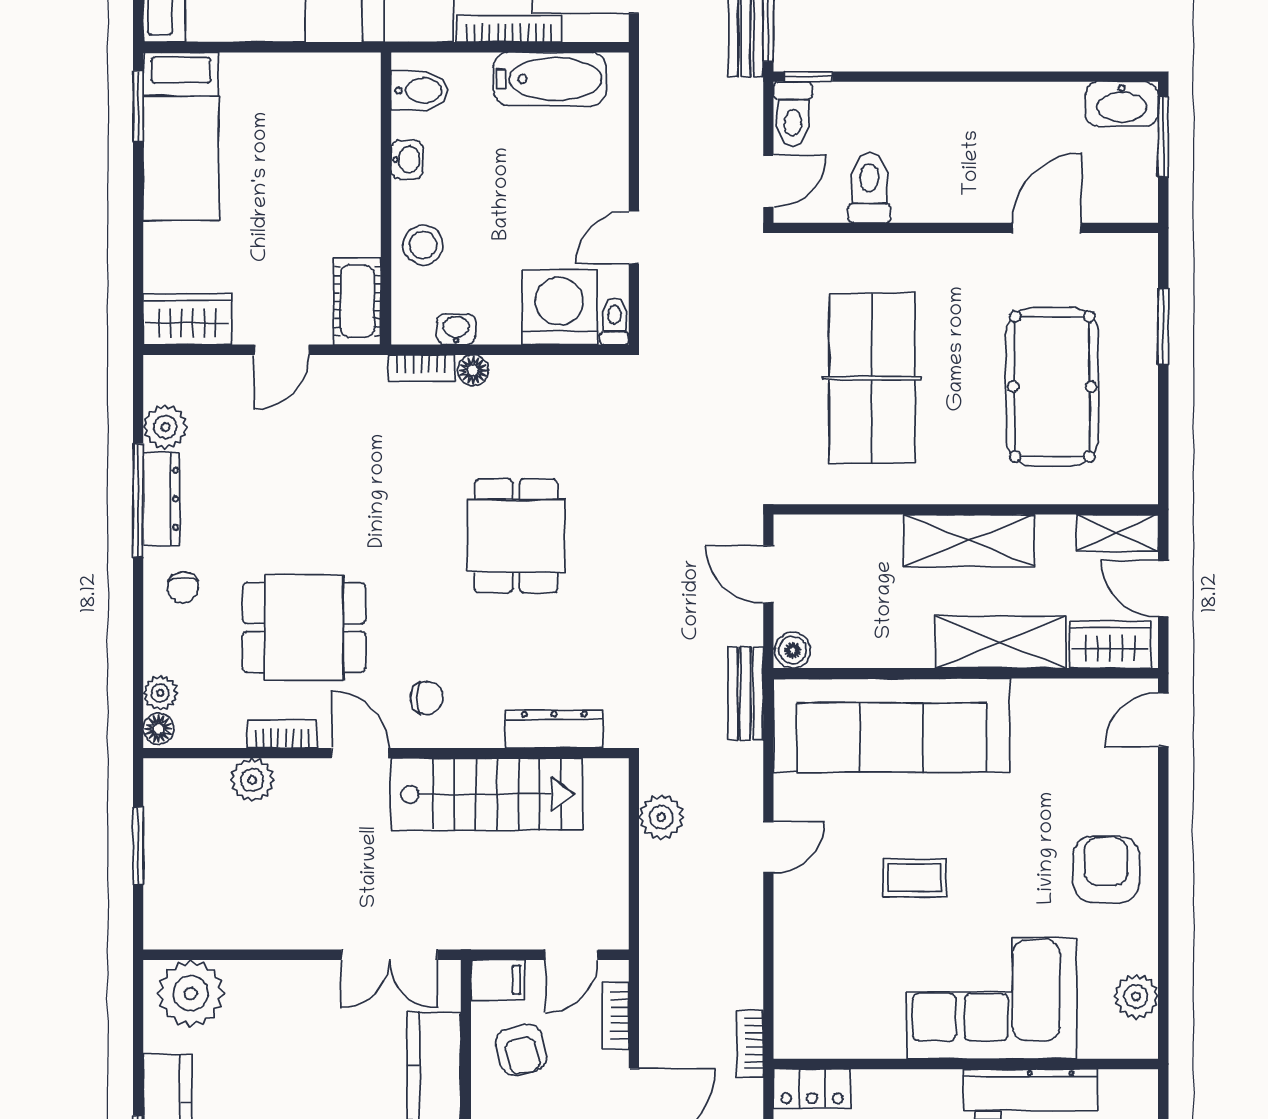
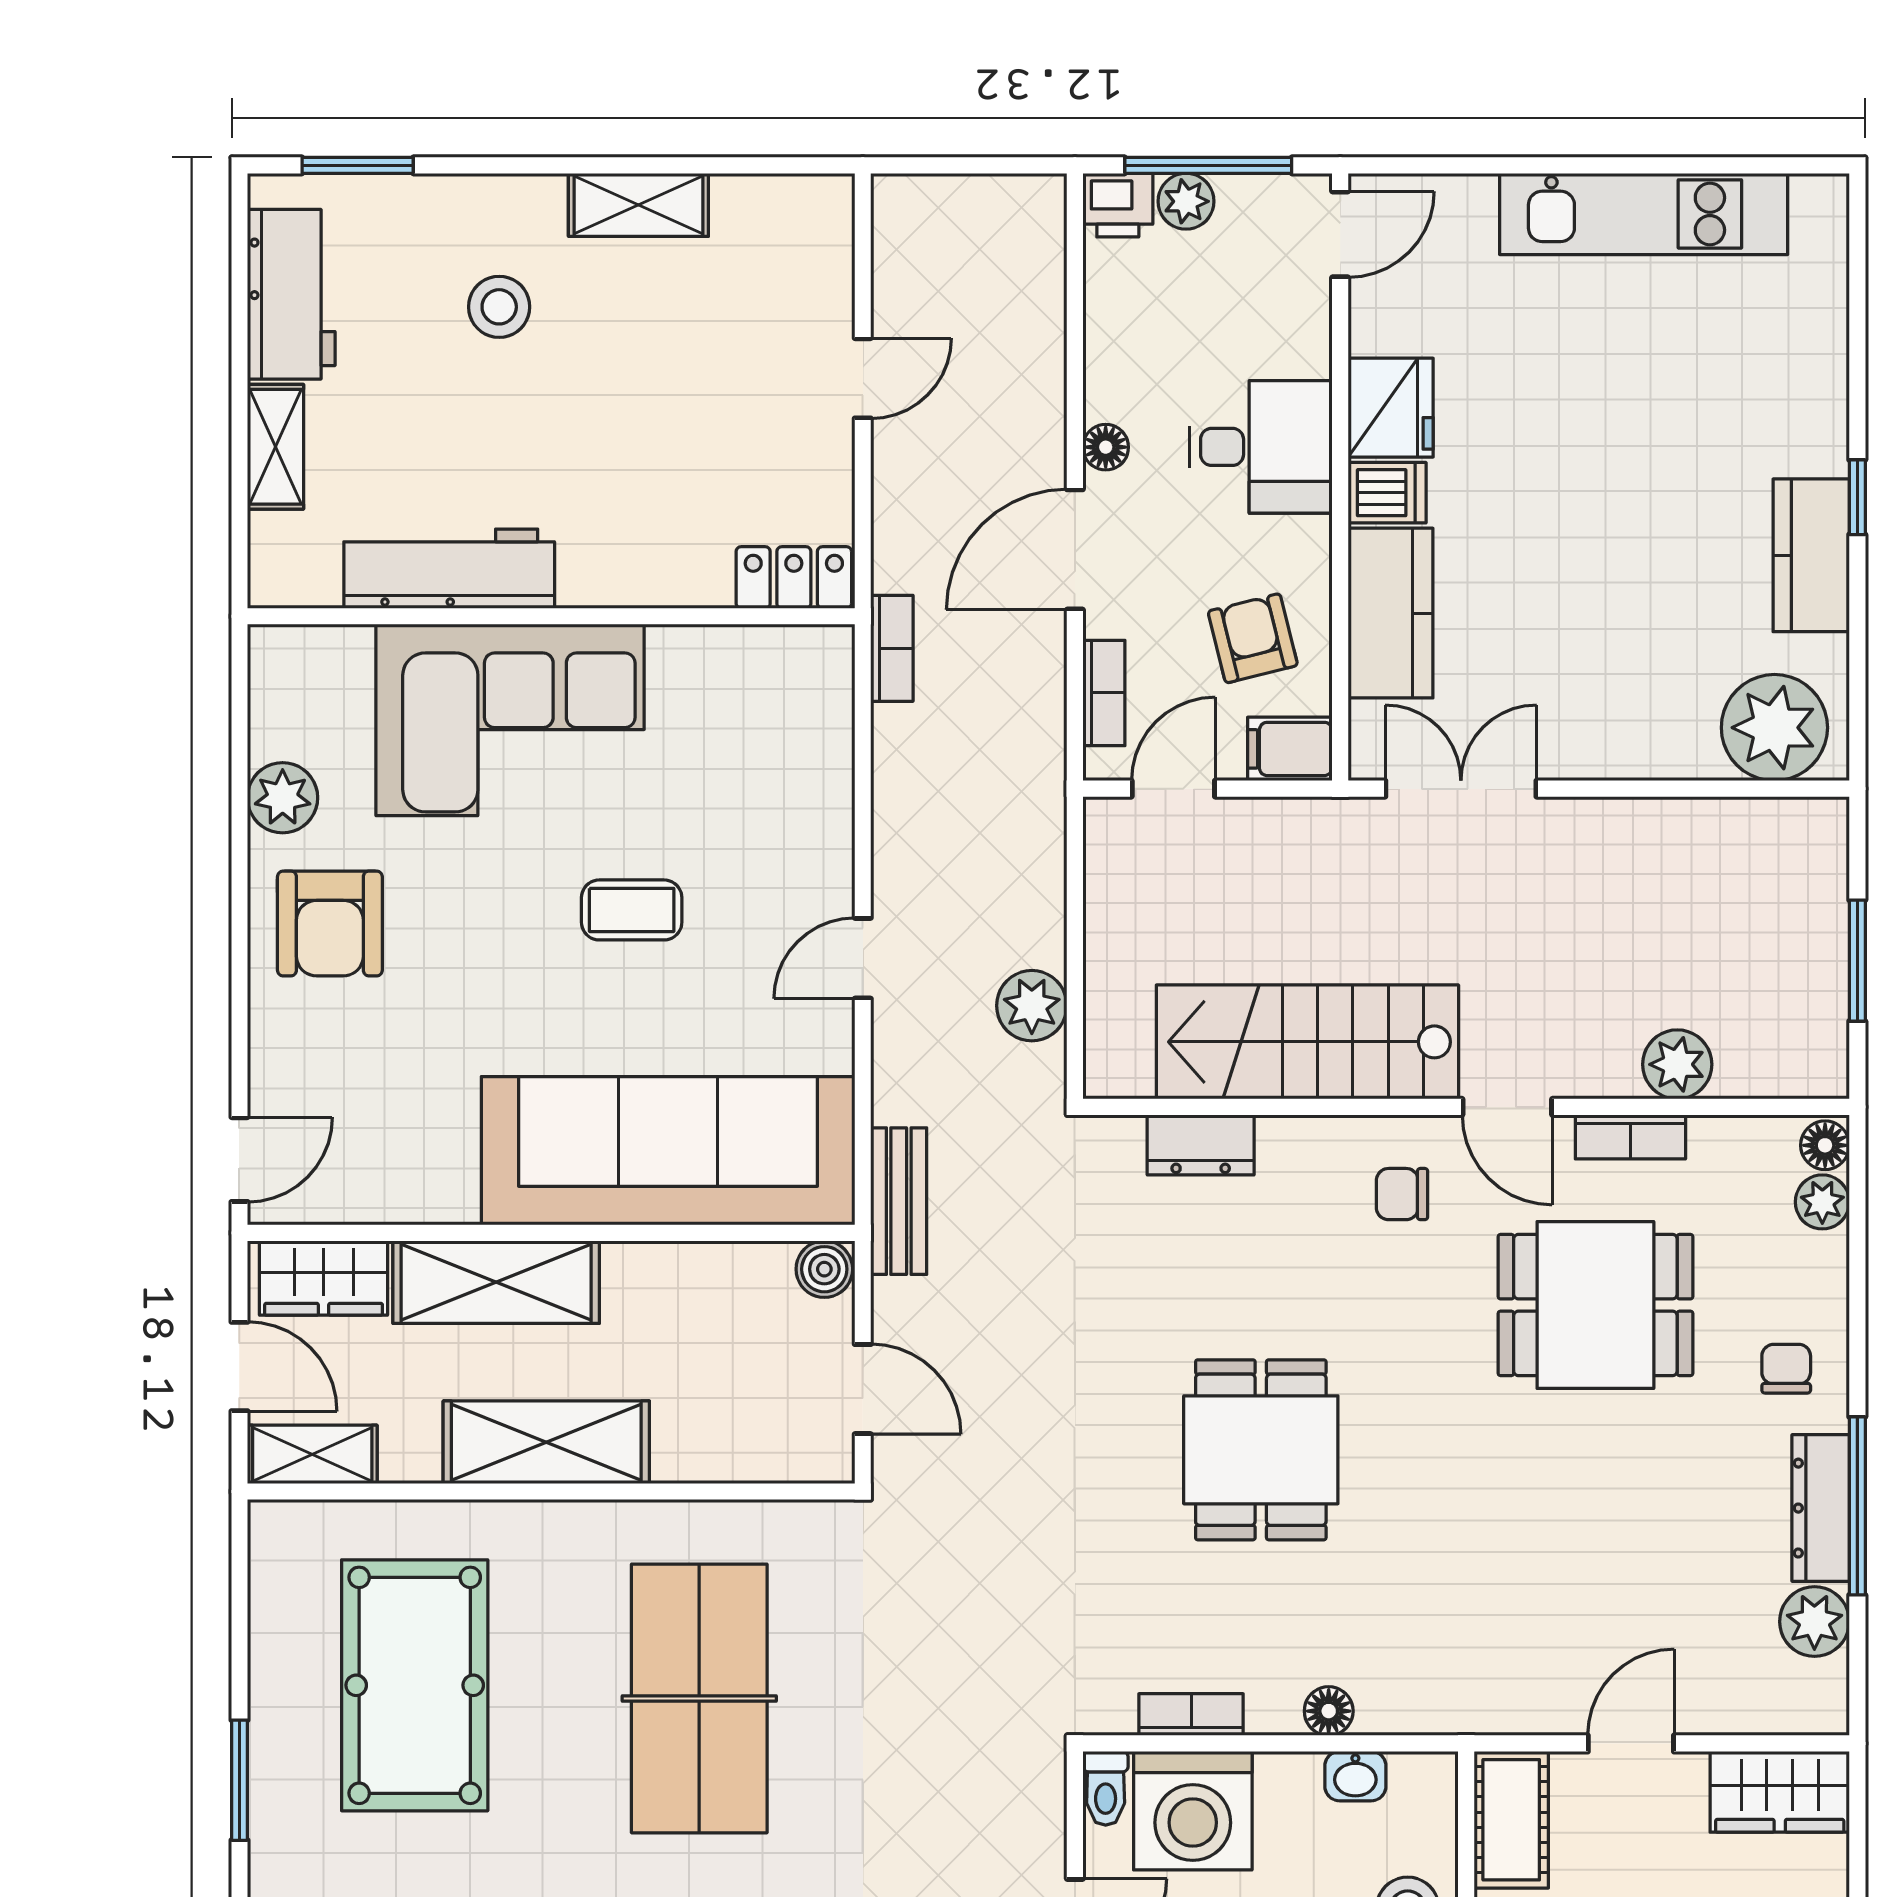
bookcase: (421, 368) -> (1191, 1715), moved
dresser: (554, 729) -> (1201, 1145), width x0.70
plant: (1136, 996) -> (283, 798), moved

